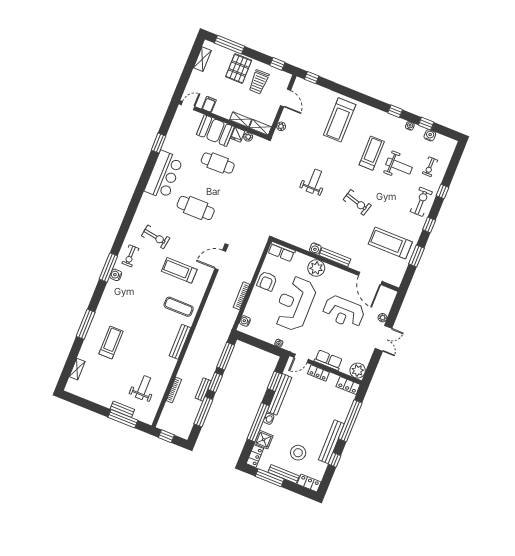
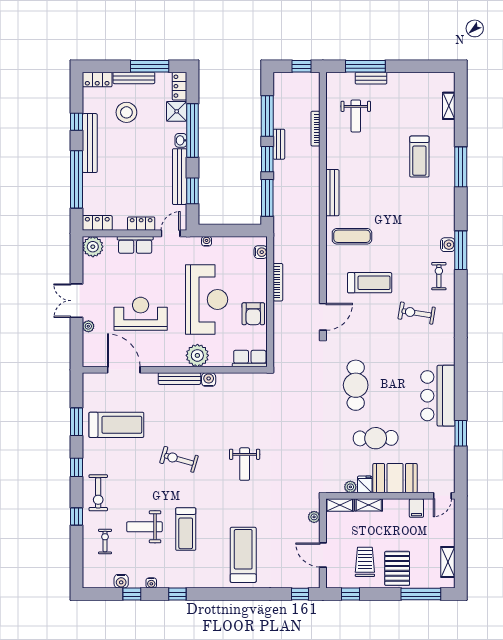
cafe table: (196, 208) -> (356, 385), moved, turned 90
armchair: (267, 281) -> (253, 314), turned 180

